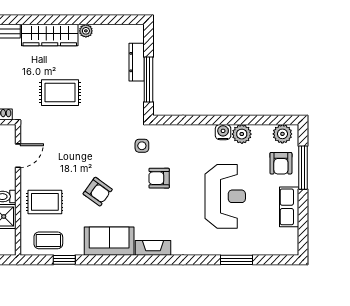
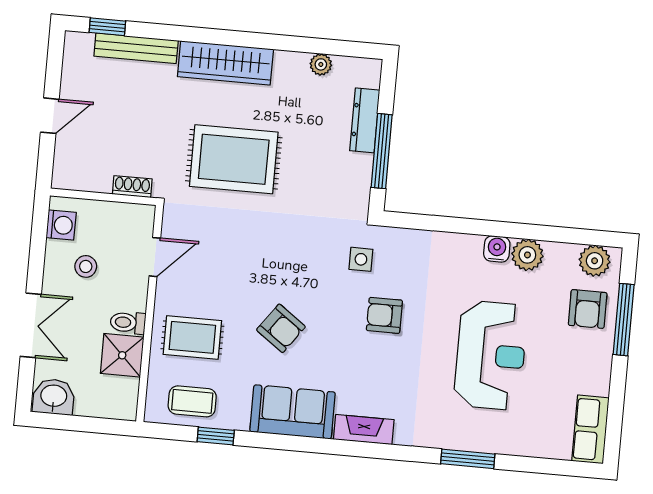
plant: (86, 31) -> (321, 64), moved
rug: (60, 93) -> (234, 159), width x1.36, depth x1.43
row of seats: (289, 207) -> (590, 429), moved
window: (236, 260) -> (468, 459), moved

